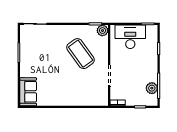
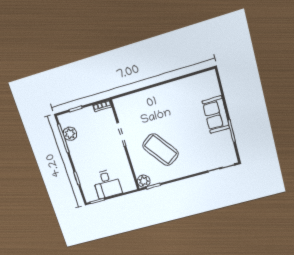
desk: (130, 37) -> (107, 184), width x0.73
sofa: (28, 92) -> (216, 115), moved

